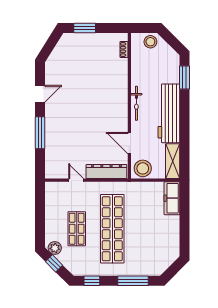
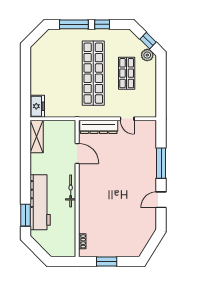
window: (85, 28) -> (107, 261), moved
stool: (150, 42) -> (57, 249), removed
workbench: (169, 113) -> (40, 202), moved
stool: (143, 168) -> (65, 130), removed
freezer: (172, 198) -> (37, 106), width x0.71
window: (92, 281) -> (102, 24), moved

